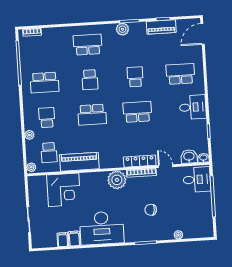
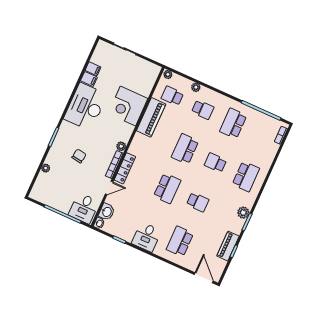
school desk: (180, 74) -> (180, 241), turned 180
plant: (117, 180) -> (121, 146), width x0.53, depth x0.53
corner desk: (64, 190) -> (128, 106), moved

